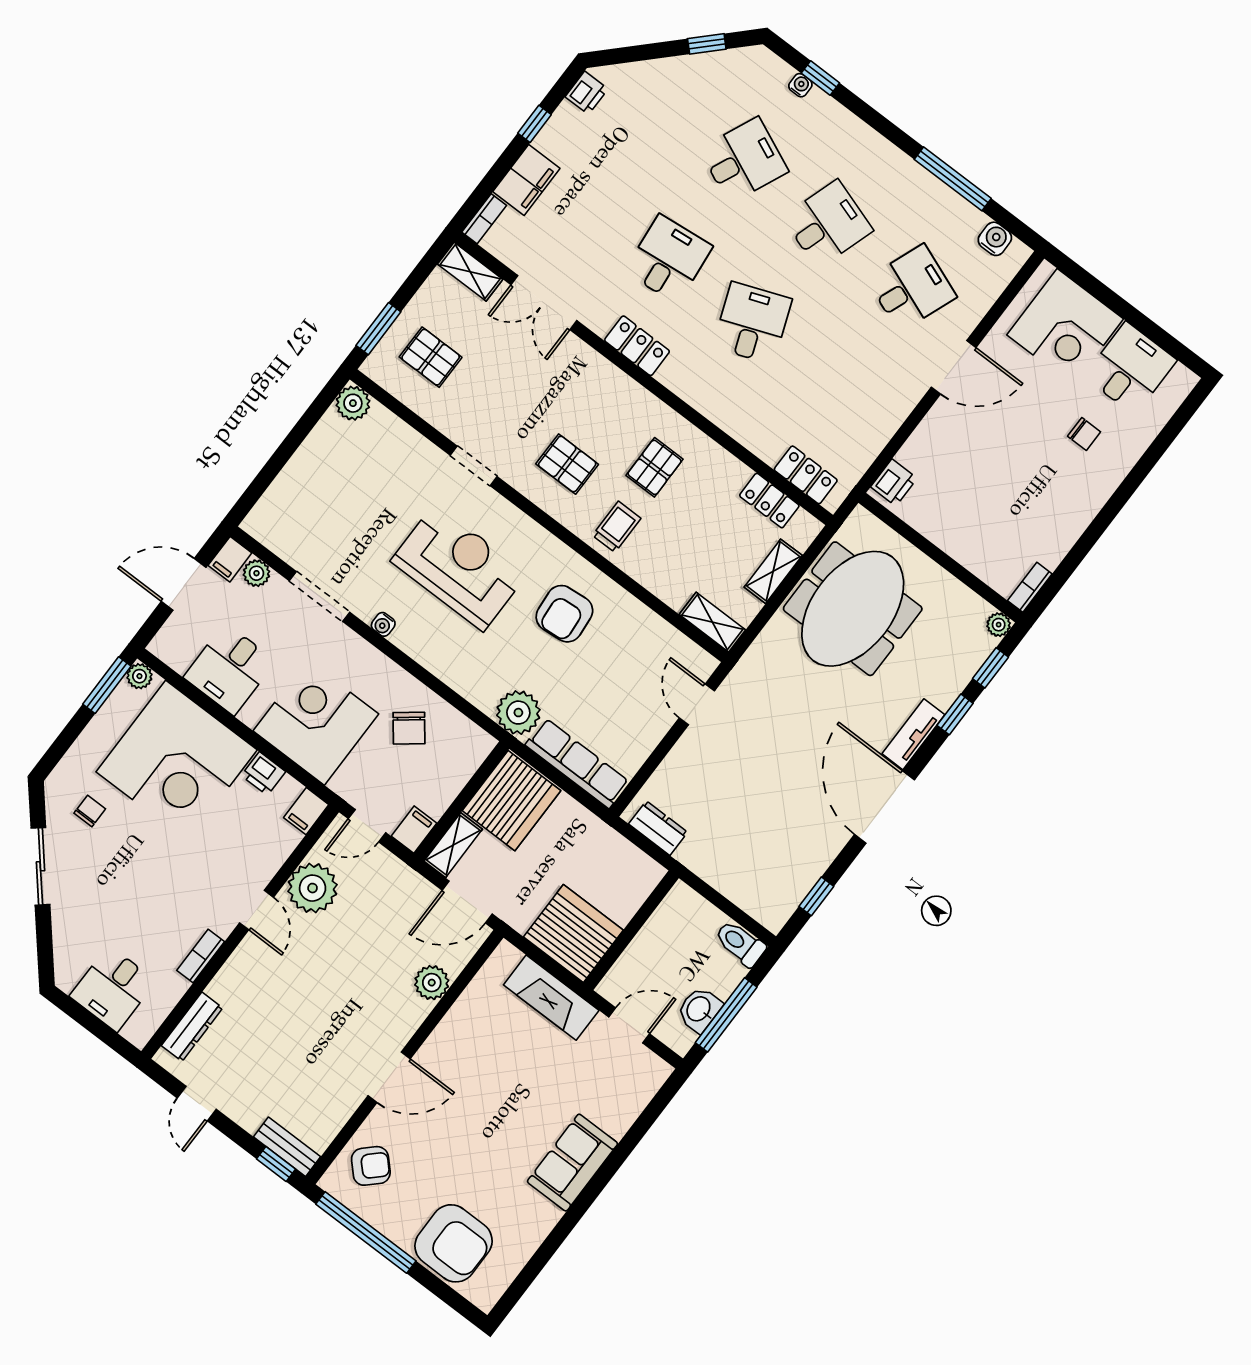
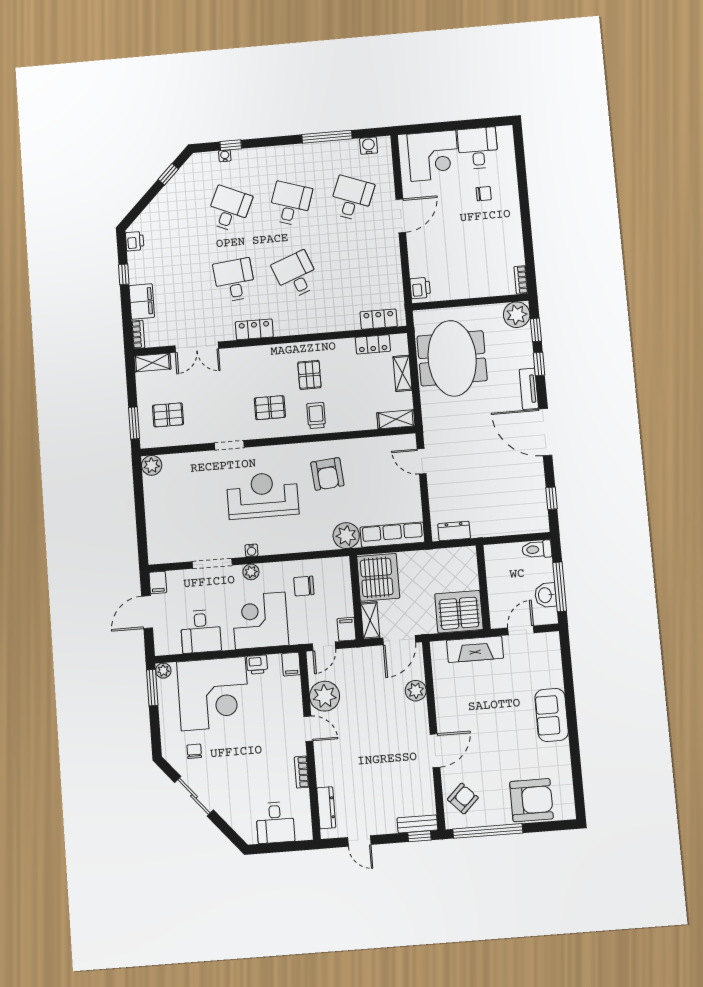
plant: (256, 573) -> (251, 572), moved
plant: (999, 625) -> (517, 315), width x1.87, depth x1.87
chair: (409, 728) -> (304, 586), turned 128

